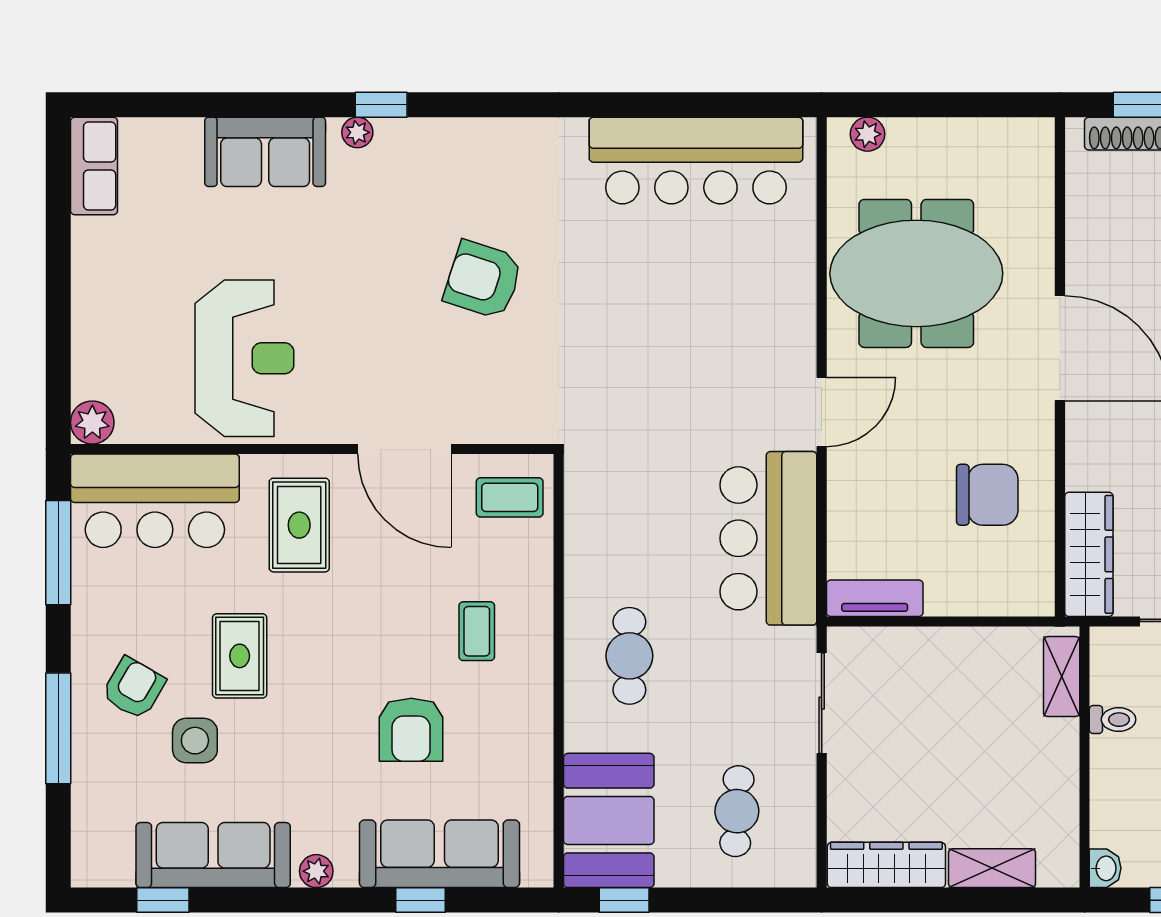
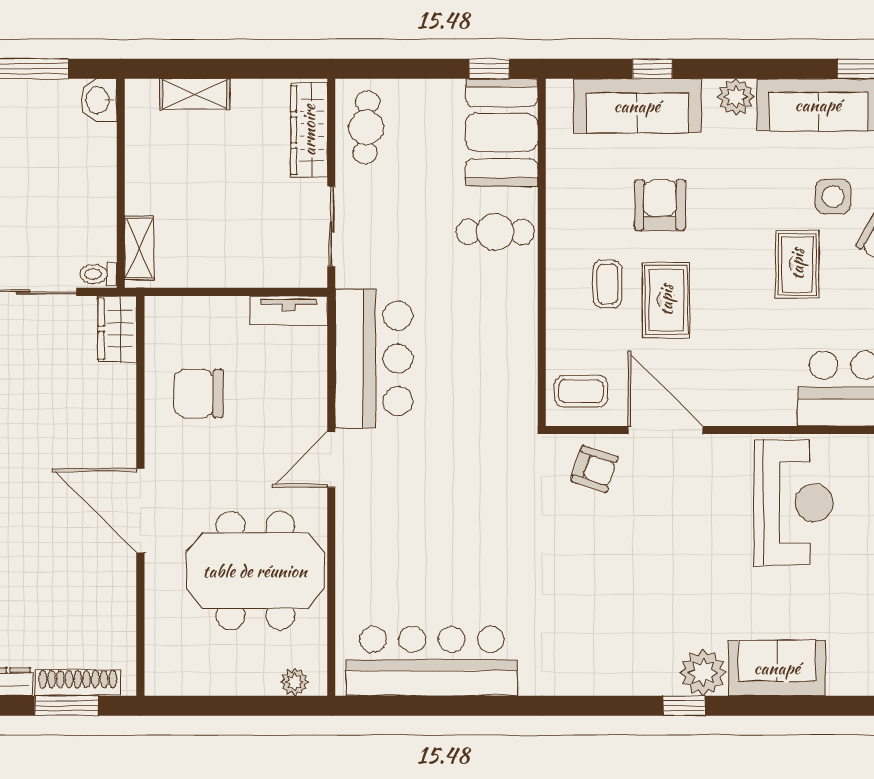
plant: (357, 132) -> (703, 673), width x1.87, depth x1.87
armchair: (483, 280) -> (594, 469), moved, width x0.72, depth x0.72
reception desk: (244, 358) -> (793, 503), turned 180
rug: (299, 525) -> (666, 300), moved
wardrobe: (1089, 554) -> (117, 329), width x0.67
cafe table: (629, 656) -> (495, 232), moved, turned 90
toilet: (1113, 720) -> (98, 274), moved
cafe table: (737, 811) -> (366, 127), moved
wardrobe: (886, 865) -> (309, 130), moved, turned 90
washbasin: (1105, 868) -> (99, 100), width x1.38, depth x1.45
plant: (316, 871) -> (736, 97), width x1.38, depth x1.38

